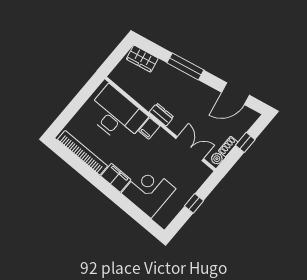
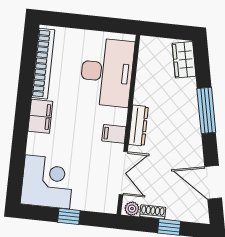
dresser: (161, 115) -> (138, 125), width x1.44
filing cabinet: (149, 128) -> (114, 134), moved
corner desk: (148, 191) -> (47, 182), moved

